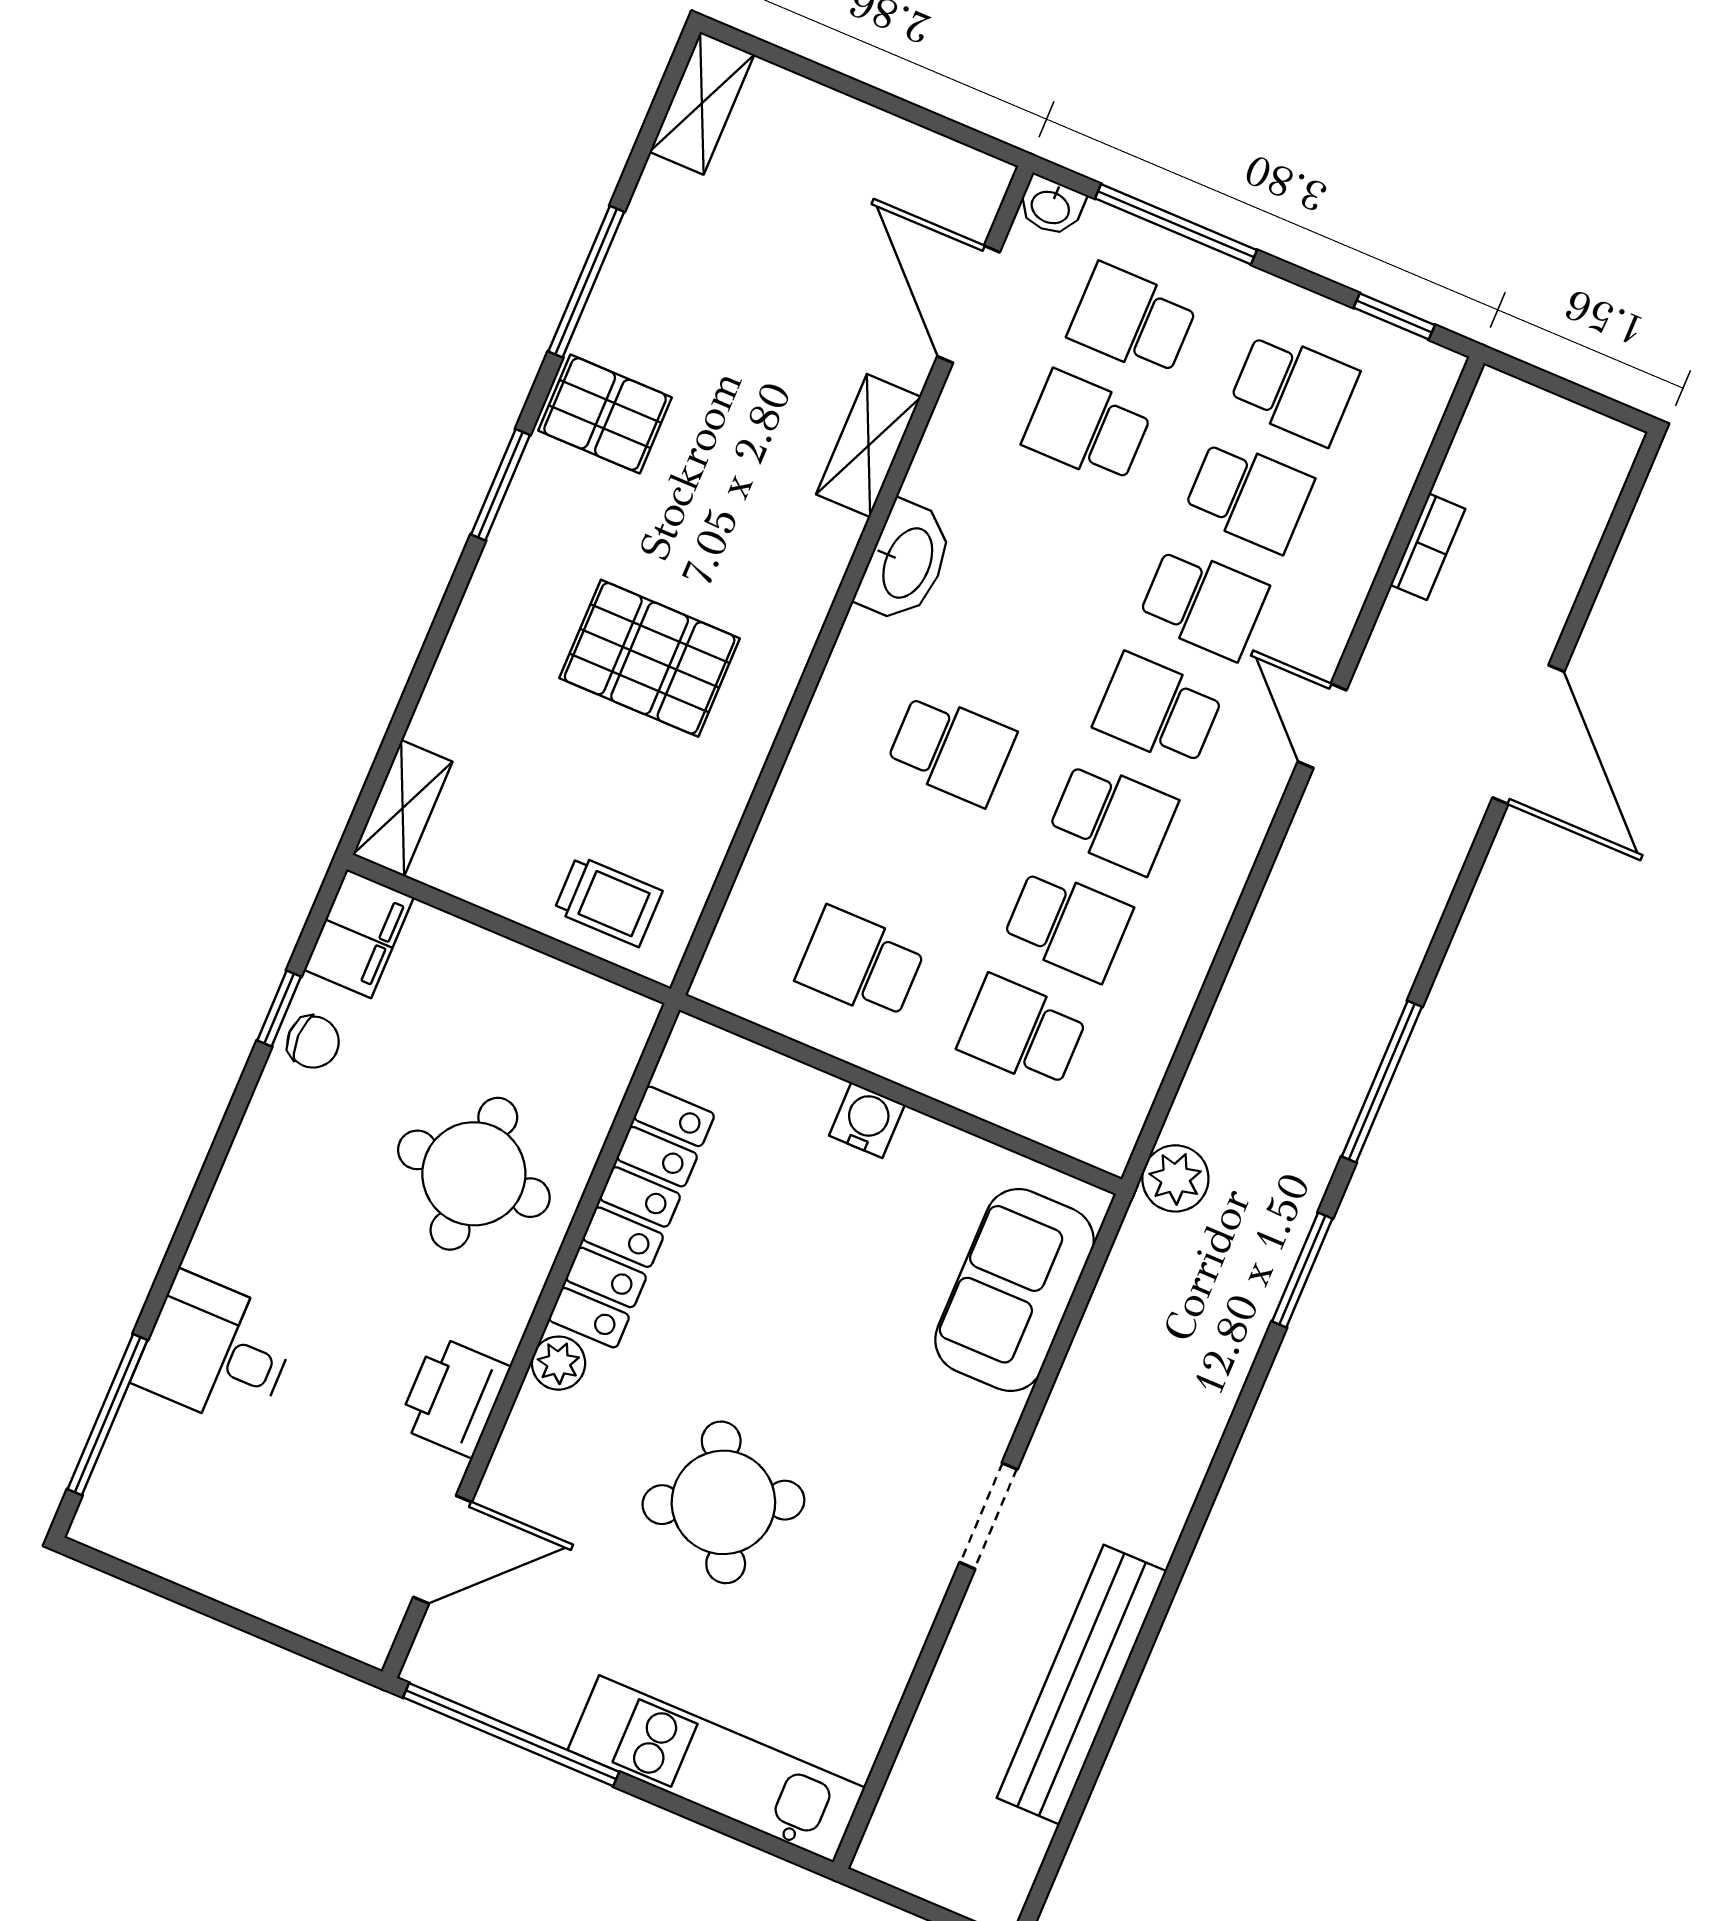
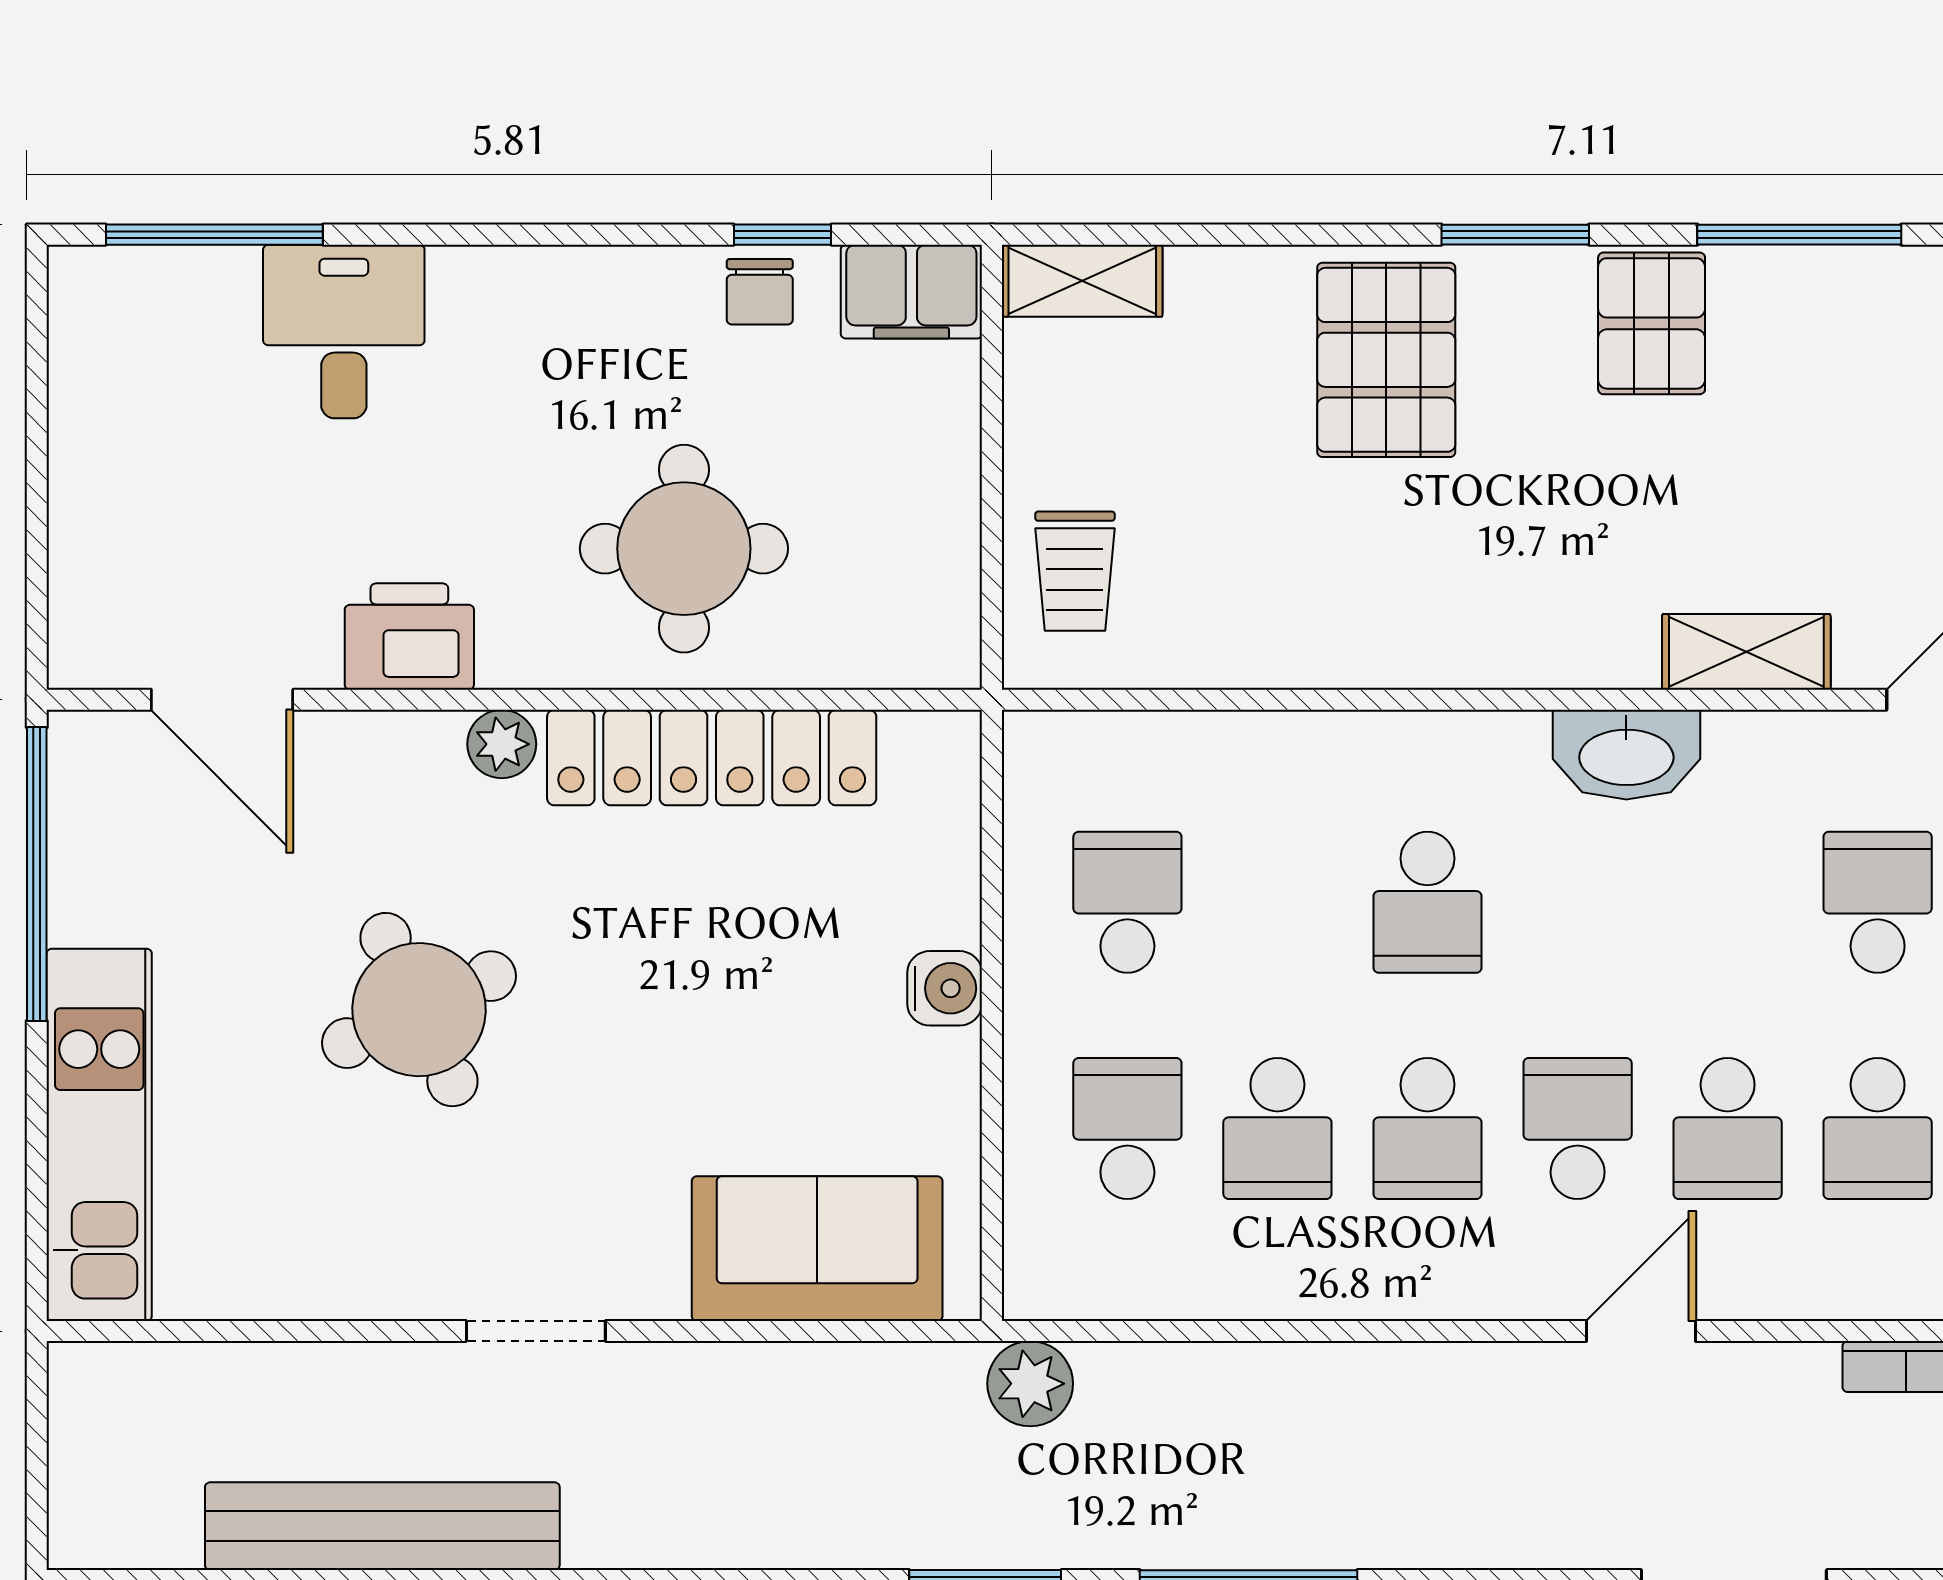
pallet: (650, 658) -> (1386, 360), moved

